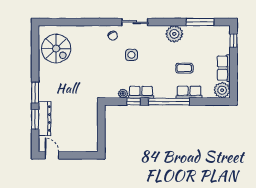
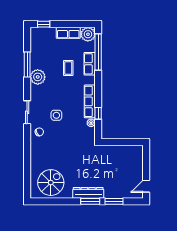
window: (200, 22) -> (27, 64), moved
row of seats: (141, 92) -> (90, 101), width x1.48
window: (169, 102) -> (98, 52), moved
dresser: (45, 119) -> (88, 193), moved

